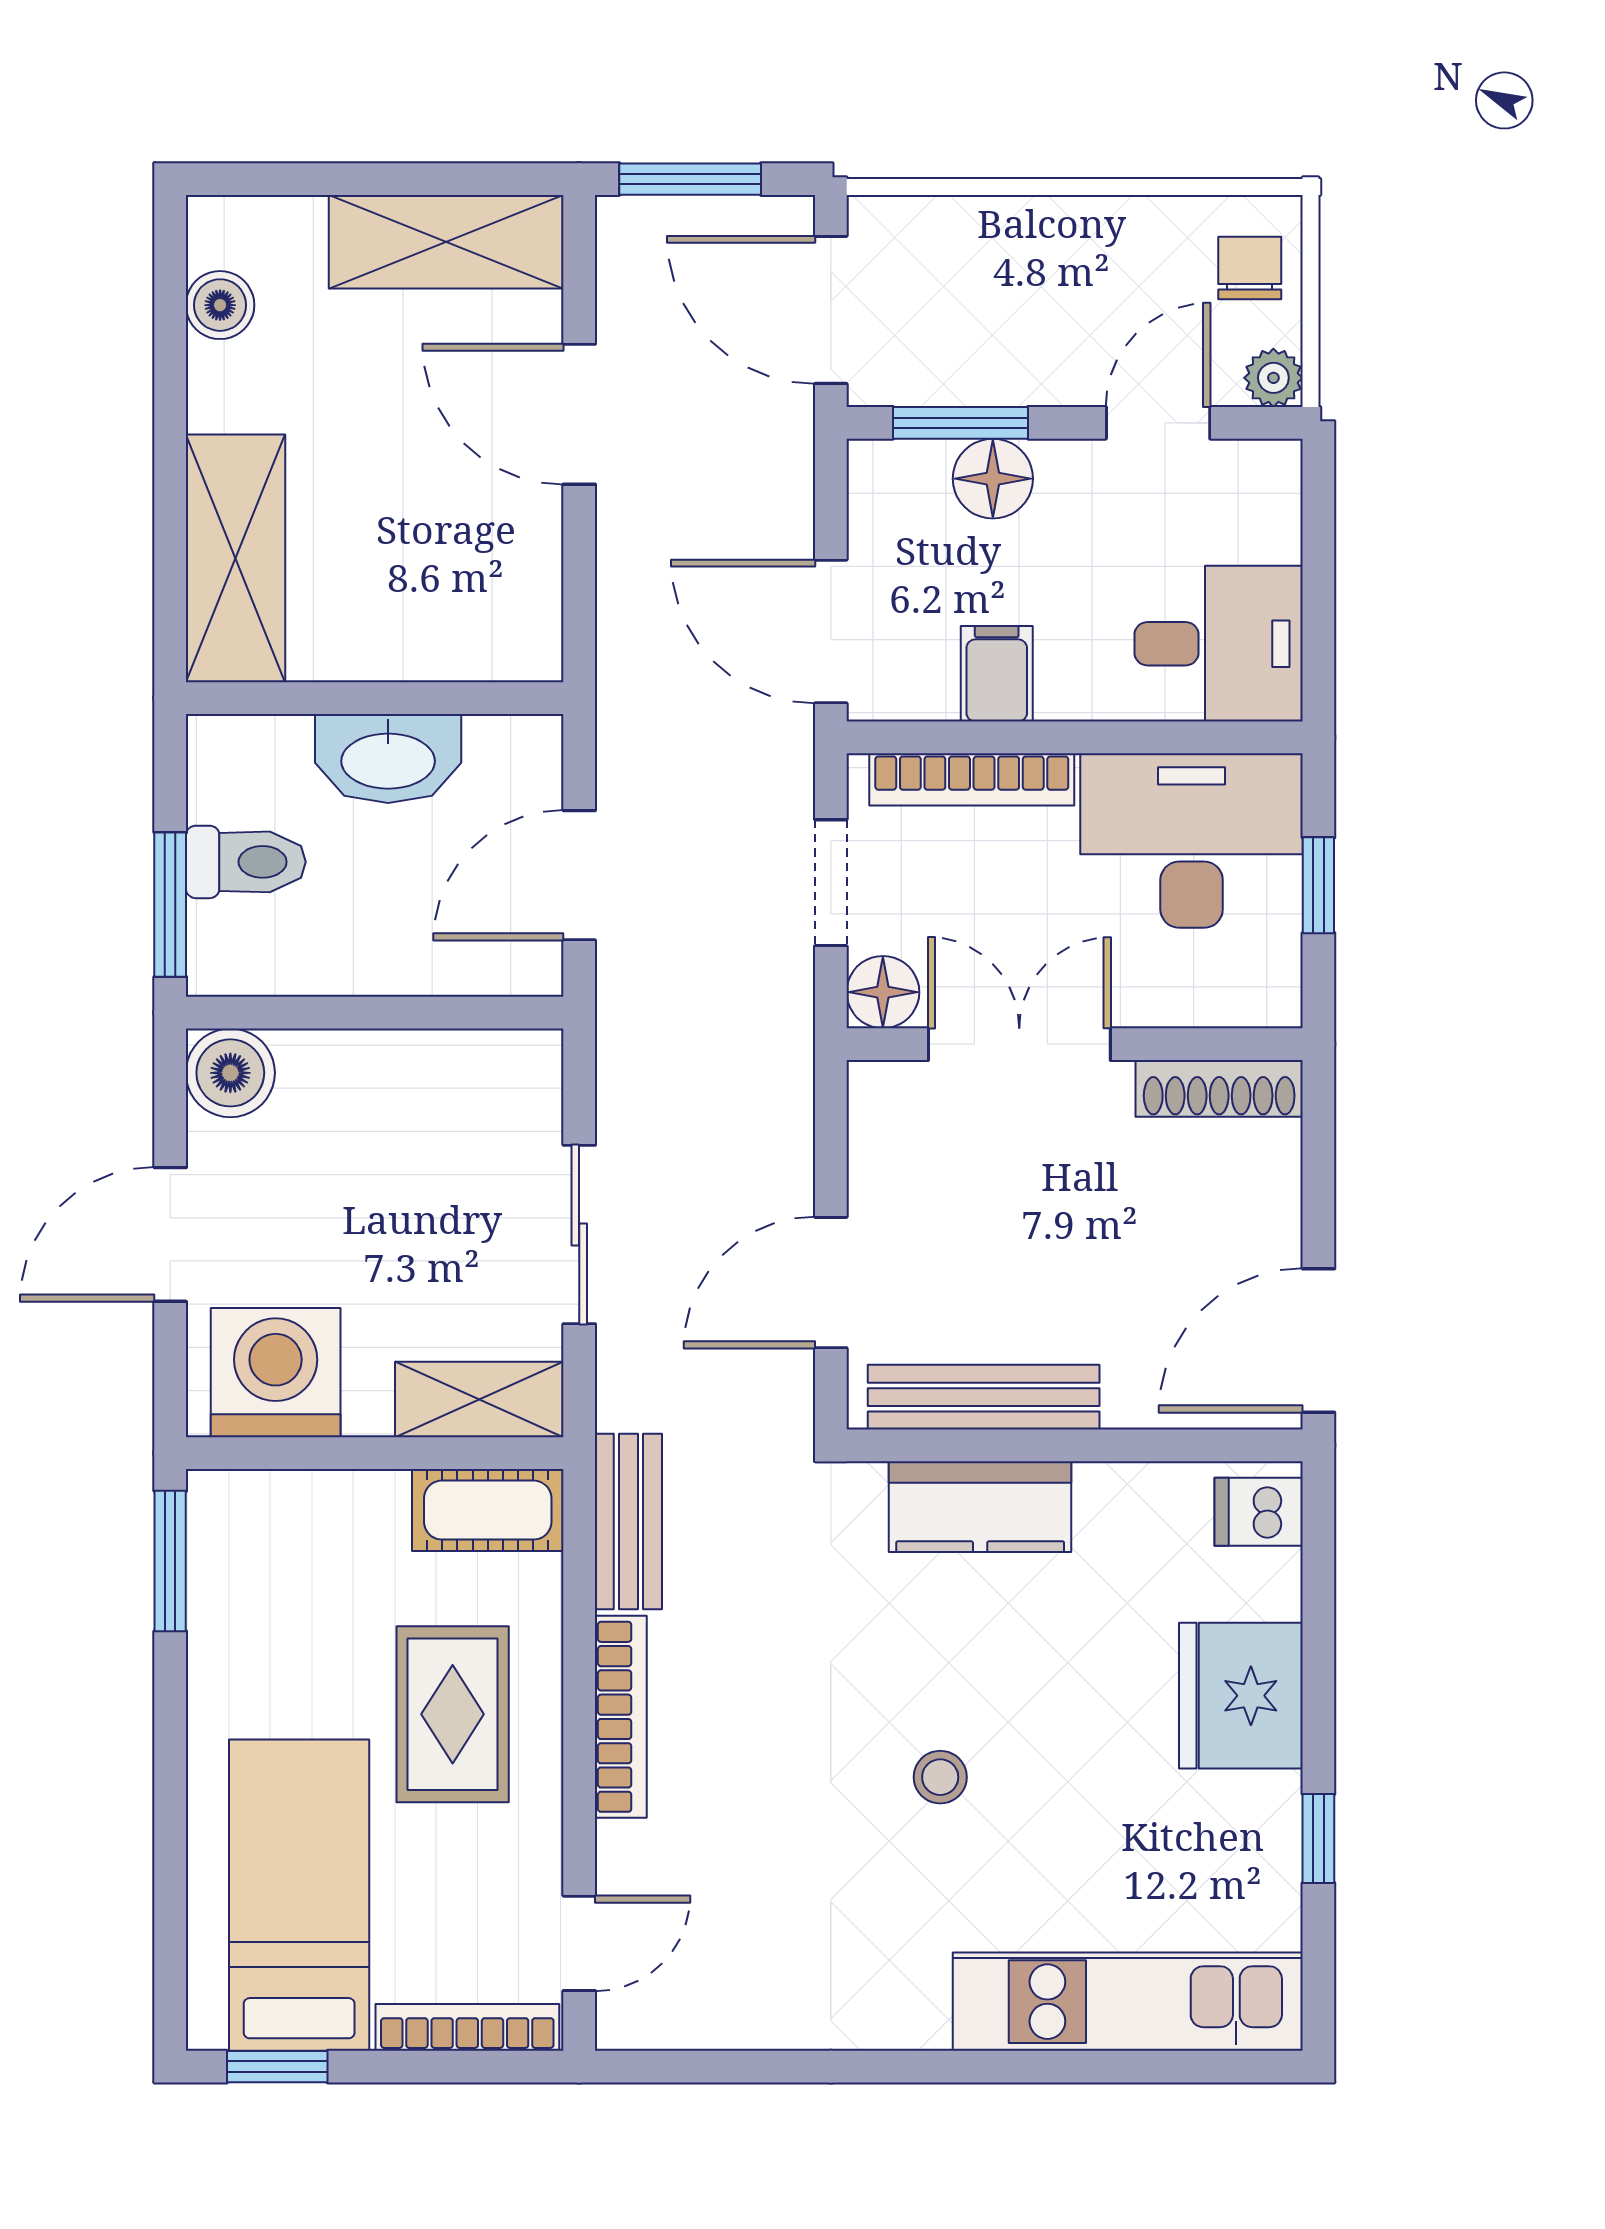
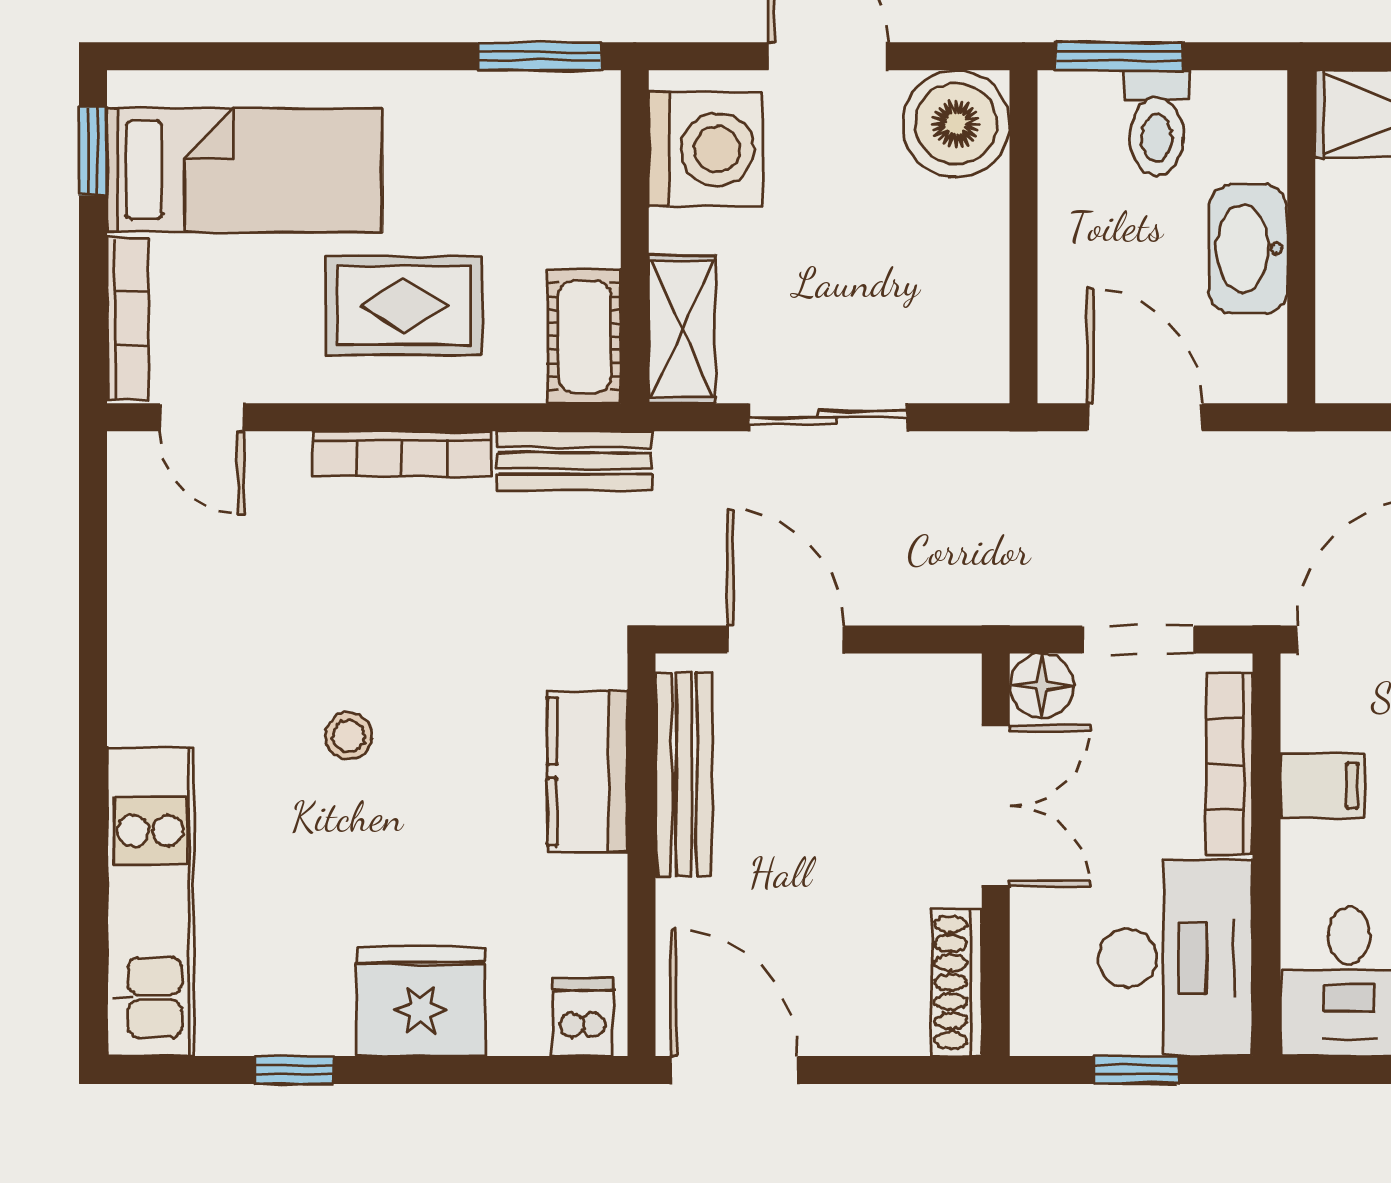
boiler: (230, 1073) -> (956, 124), width x1.37, depth x1.37

